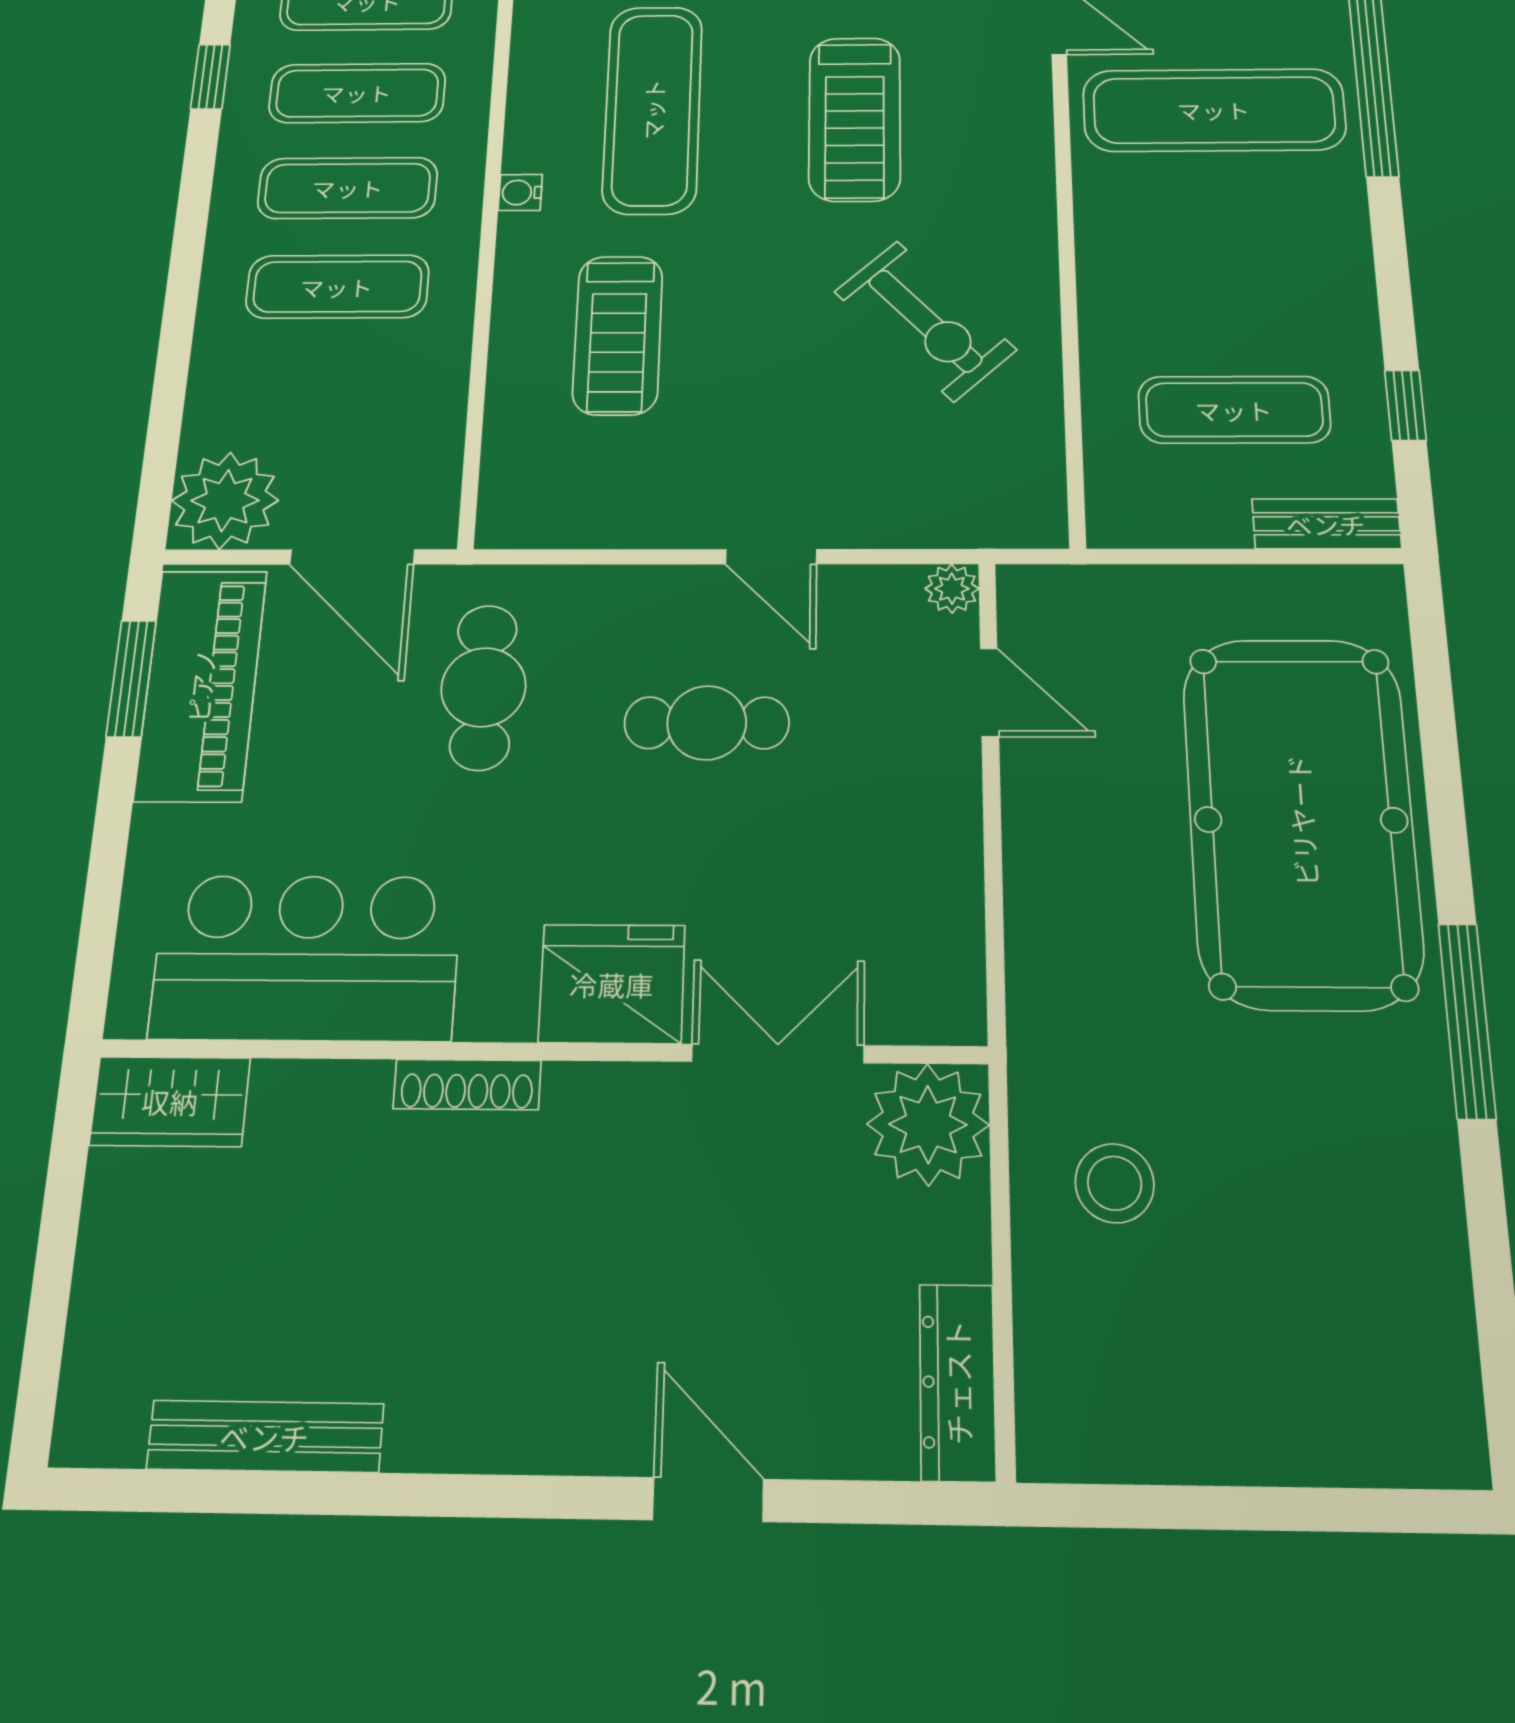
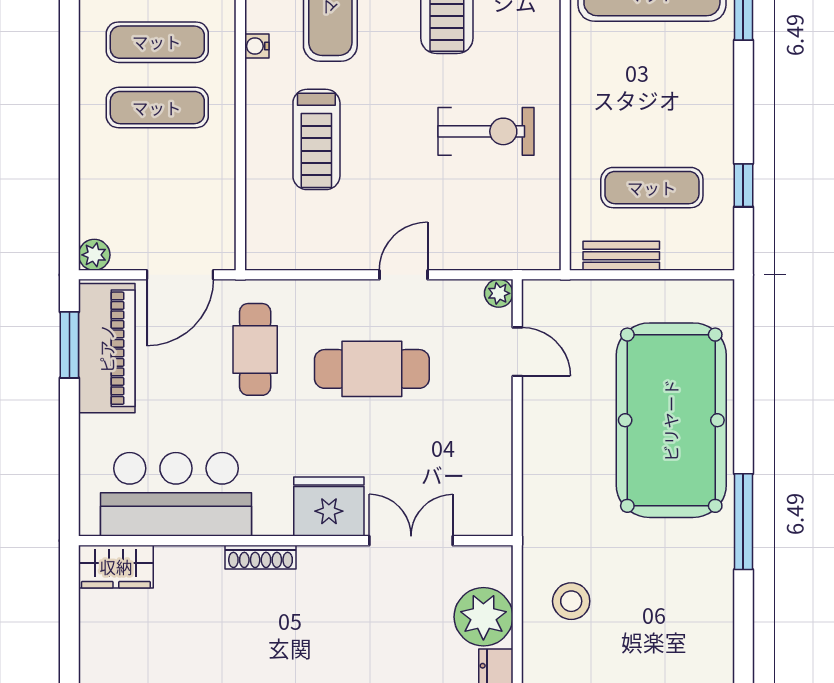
exercise bike: (925, 321) -> (486, 131), turned -47
plant: (225, 501) -> (94, 255), width x0.53, depth x0.53
bench: (1326, 524) -> (621, 256), moved
door: (352, 557) -> (180, 275), hinge flipped
door: (771, 557) -> (403, 275), swing flipped
cafe table: (707, 723) -> (372, 369), width x1.37, depth x1.35
plant: (928, 1124) -> (483, 617), moved

